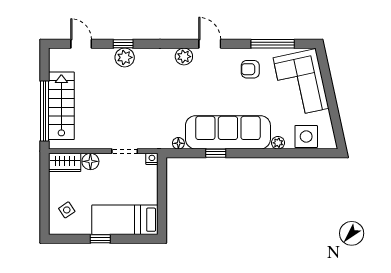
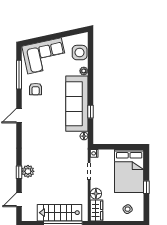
plant: (184, 57) -> (27, 132), removed
bed: (125, 220) -> (129, 171), width x1.50

